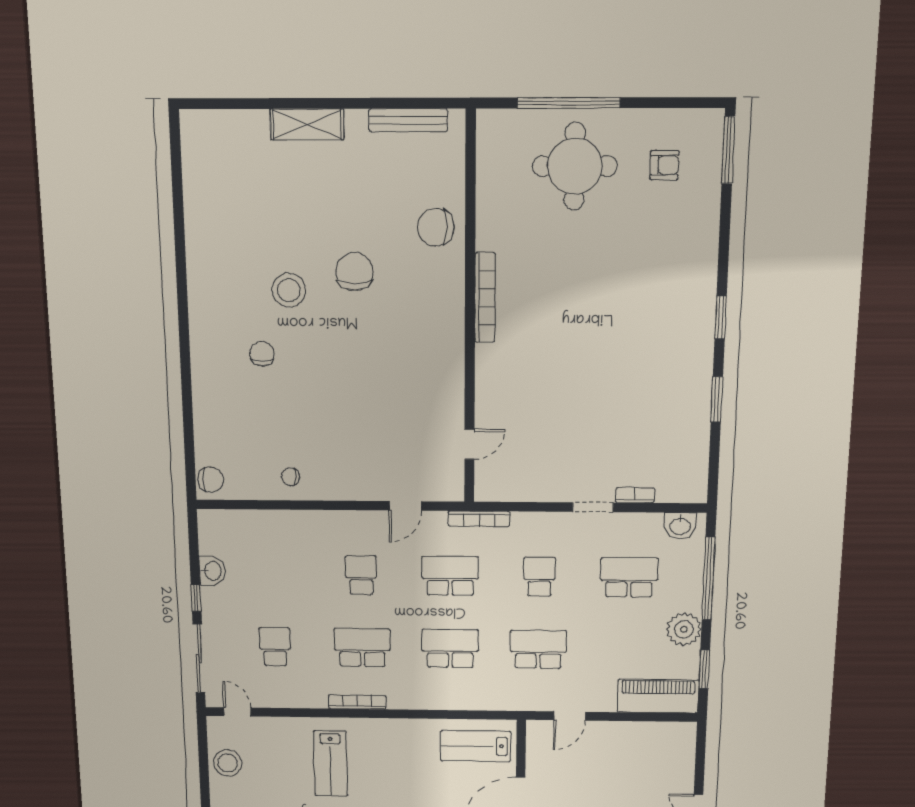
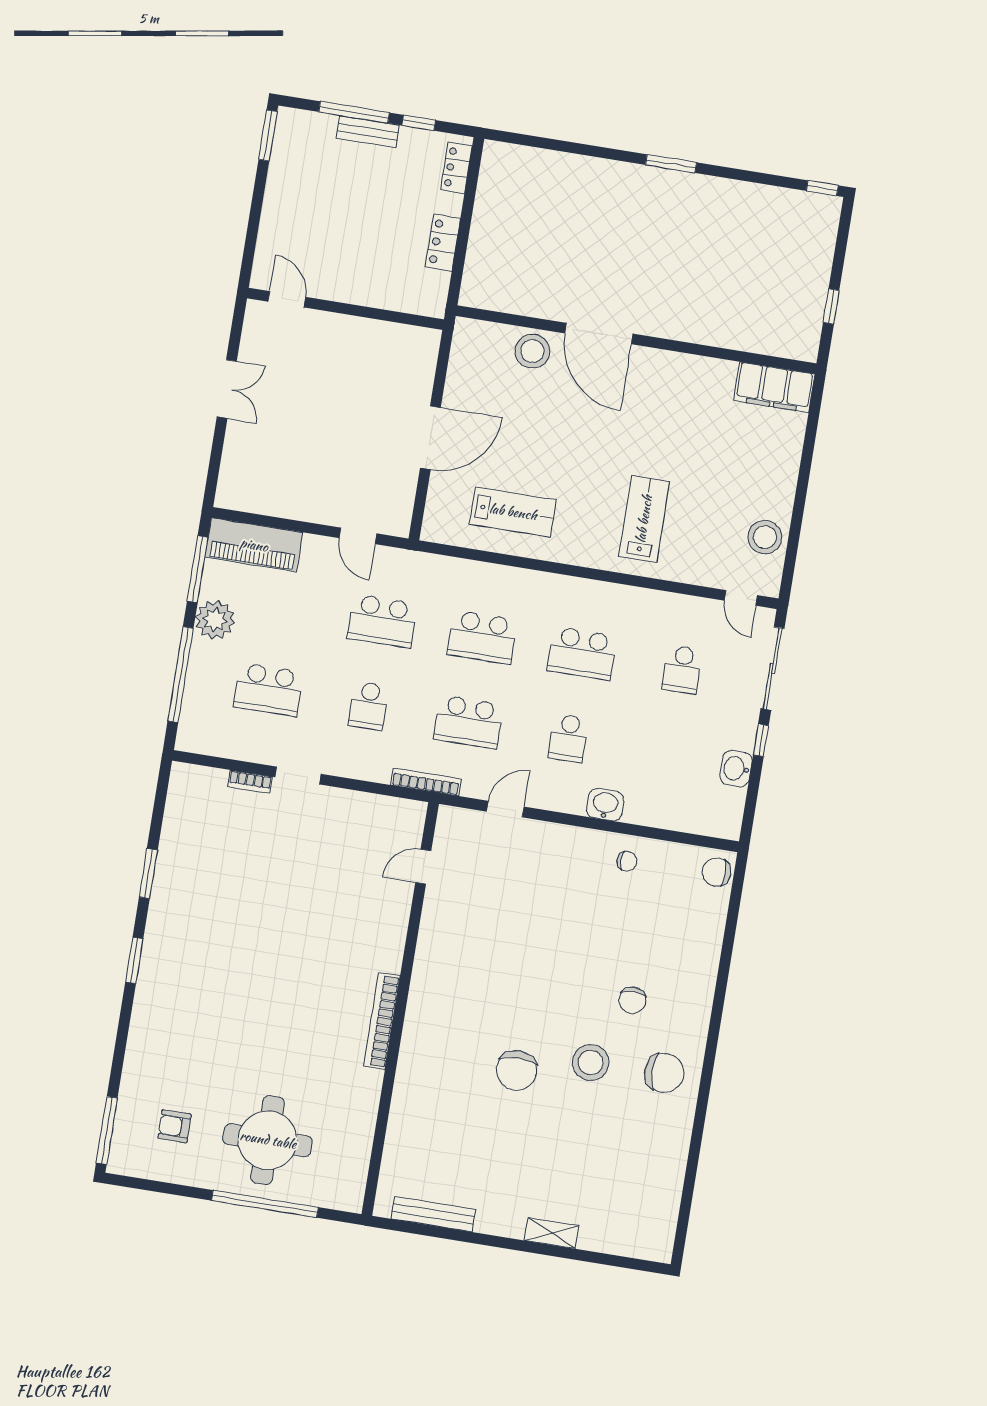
shelving: (307, 124) -> (552, 1233), width x0.67, depth x0.75
chair: (436, 227) -> (664, 1073), moved
washbasin: (680, 526) -> (605, 805), moved
window: (704, 669) -> (198, 569), width x1.44
bookcase: (357, 702) -> (600, 589), removed
door: (570, 716) -> (358, 536), swing flipped
lab bench: (476, 746) -> (513, 512), moved

